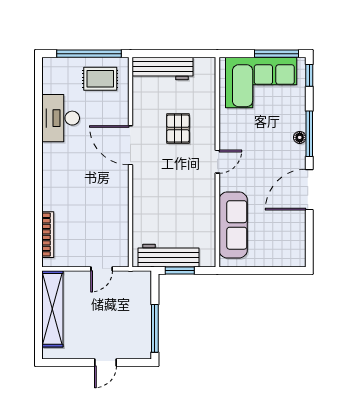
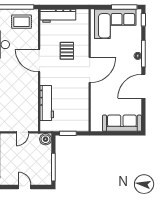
door: (217, 162) -> (90, 70), width x1.87
sofa: (233, 225) -> (122, 123), moved, turned -90
workbench: (168, 256) -> (47, 103), moved, turned 90
boiler: (141, 280) -> (46, 139), added
door: (105, 363) -> (25, 187), swing flipped

